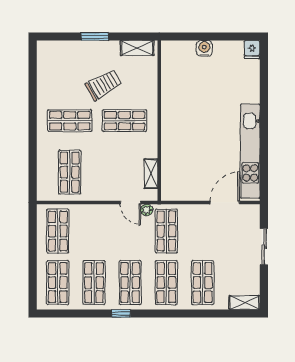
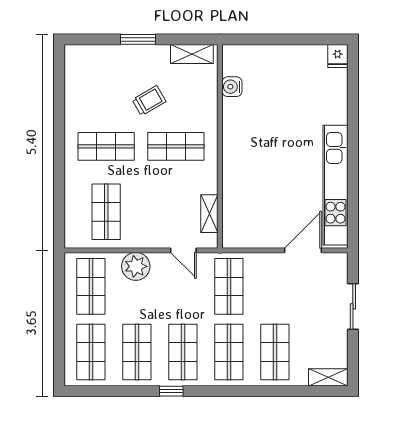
water cooler: (204, 48) -> (232, 87), moved, turned -90
trolley: (103, 85) -> (149, 101), width x0.73, depth x0.72
plant: (147, 210) -> (136, 266), moved, width x1.87, depth x1.87

